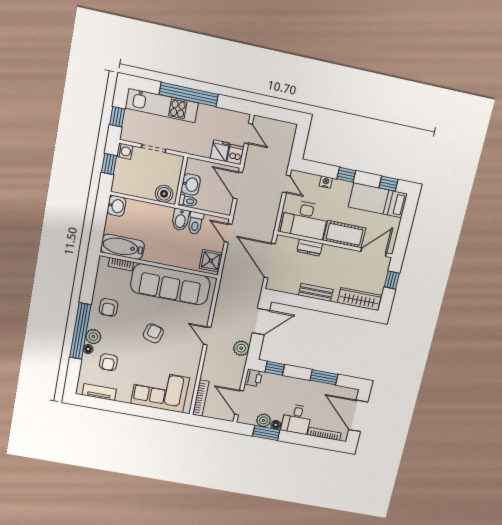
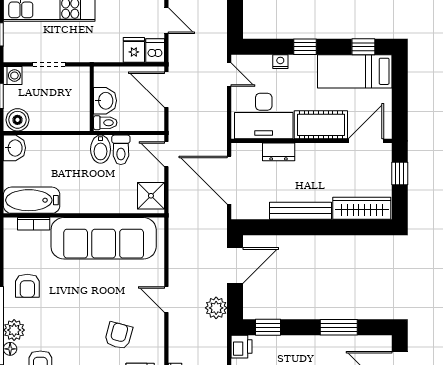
boiler: (164, 194) -> (17, 120), moved
bench: (316, 292) -> (301, 211), width x1.36
armchair: (153, 333) -> (119, 336), moved

